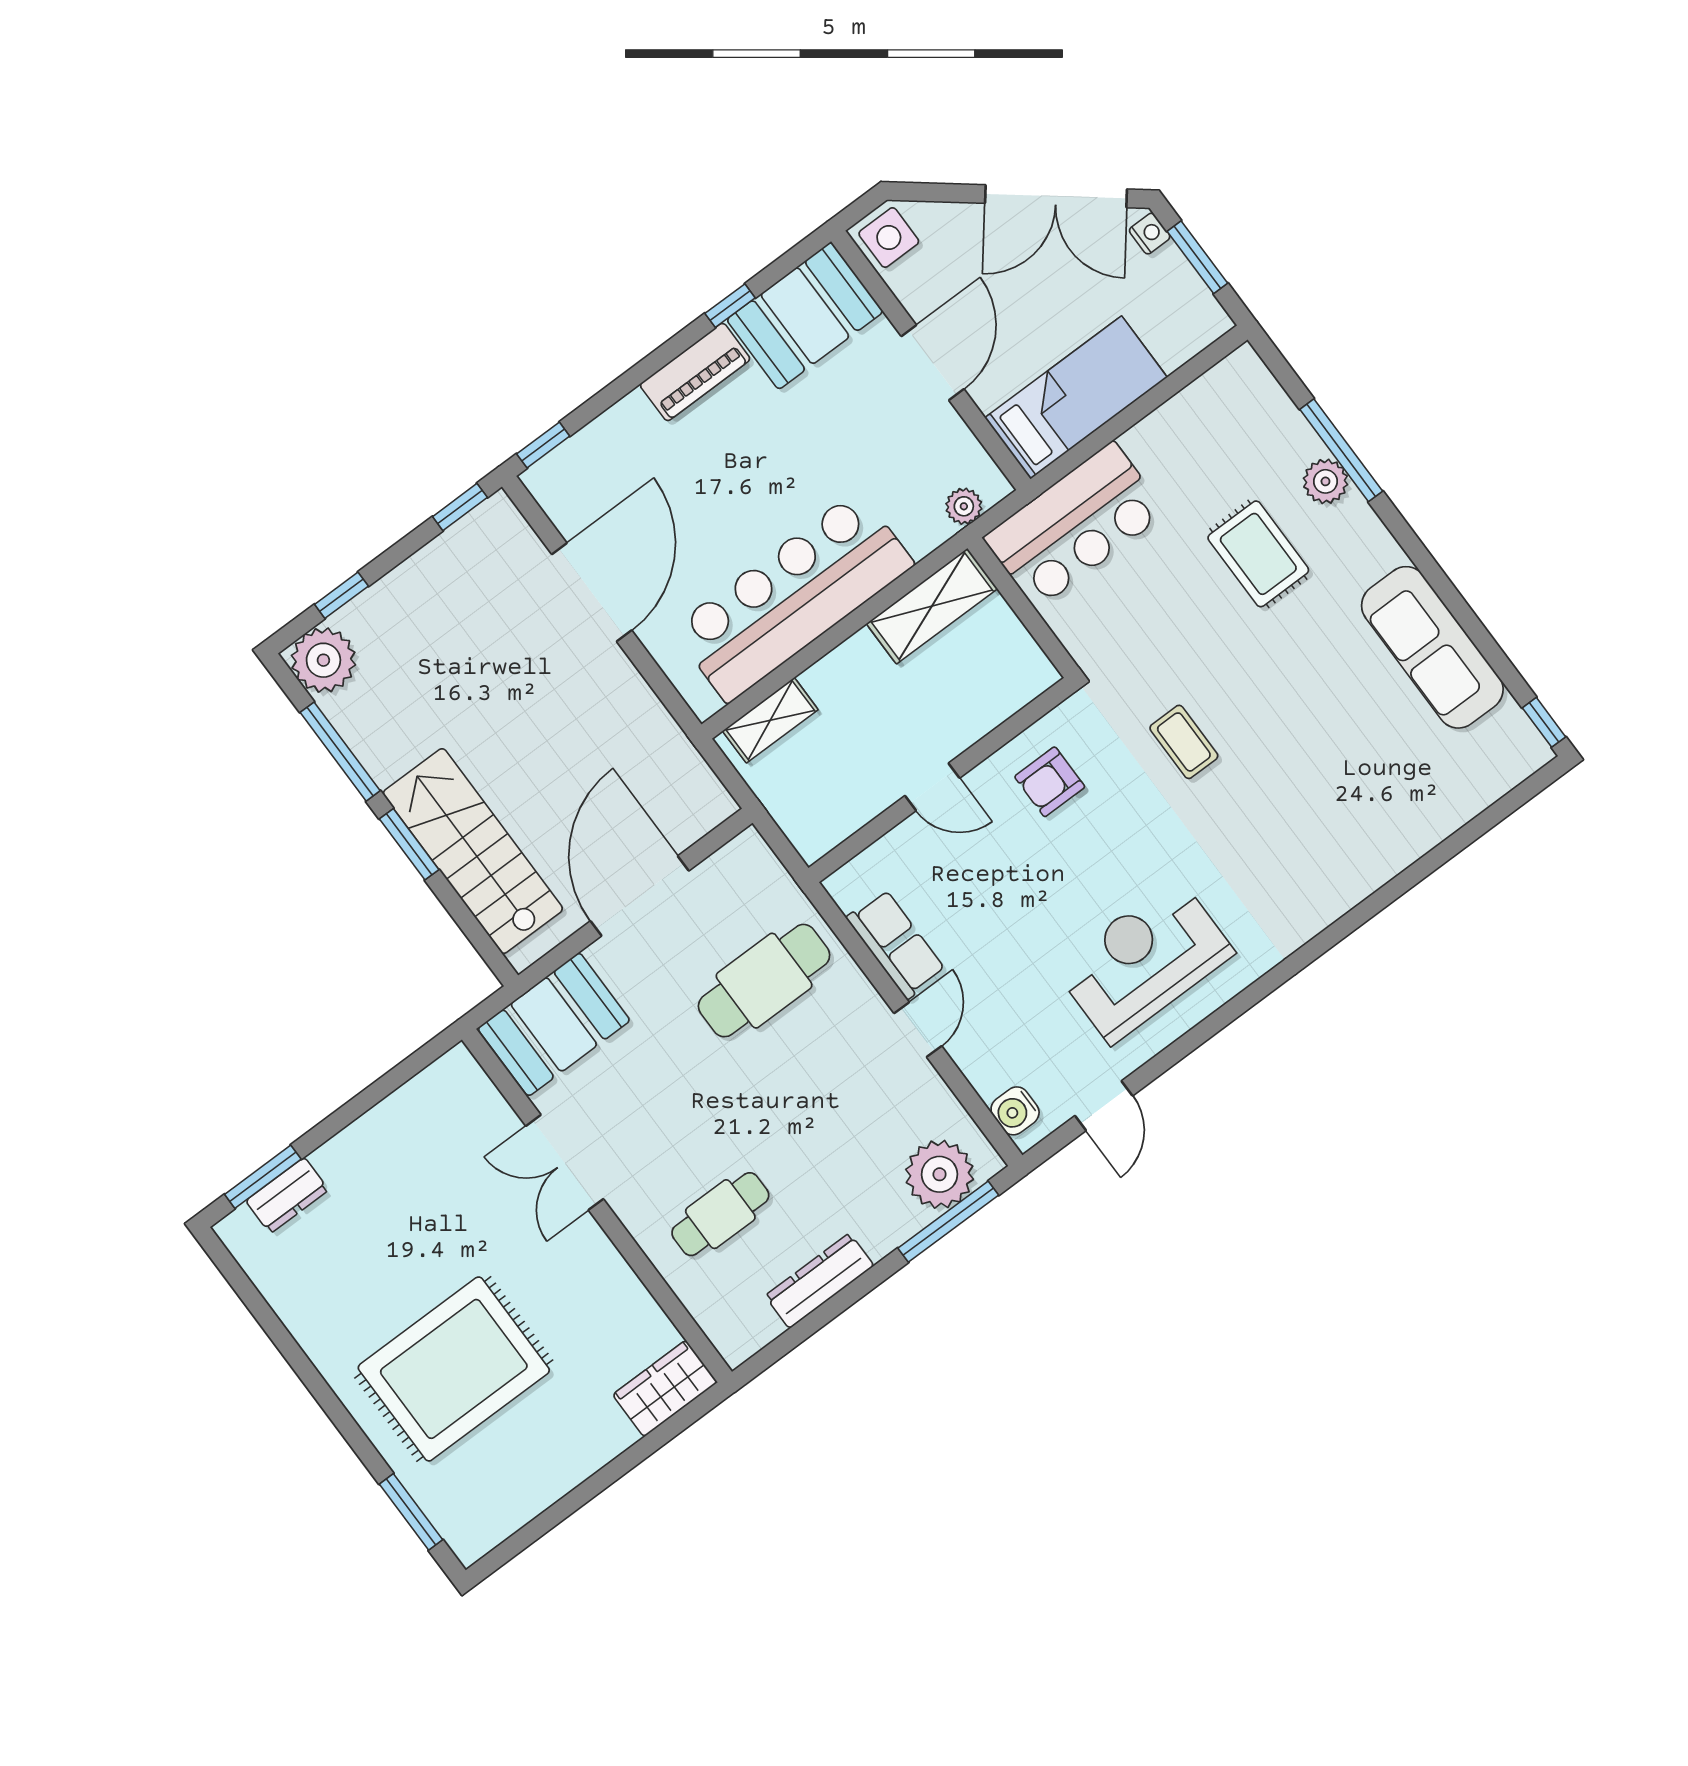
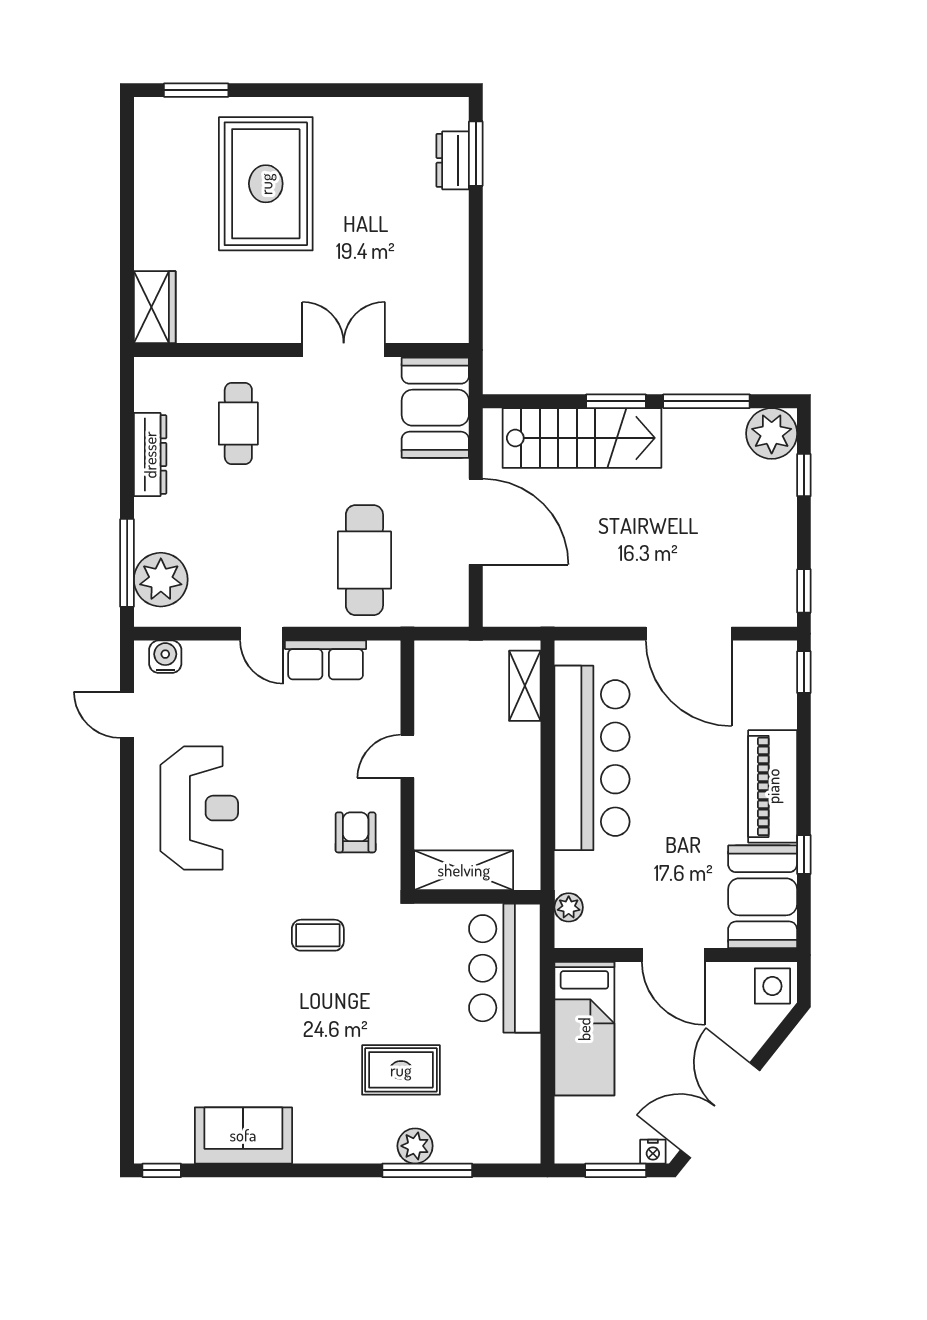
piano: (695, 372) -> (773, 786), width x1.37, depth x1.33
shelving: (932, 606) -> (464, 870), moved, turned 90
sofa: (1432, 647) -> (243, 1135), width x0.73

